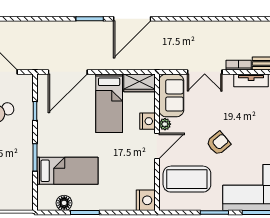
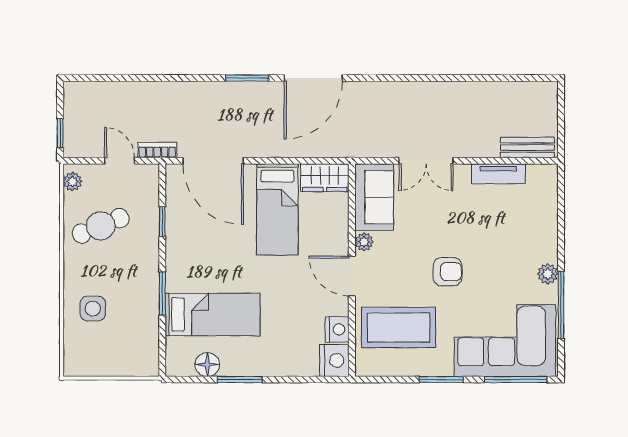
bookcase: (239, 65) -> (157, 150), moved
door: (68, 72) -> (213, 161), hinge flipped
nightstand: (148, 121) -> (337, 329), moved
armchair: (218, 143) -> (448, 272), turned 40
door: (157, 146) -> (352, 276), swing flipped

